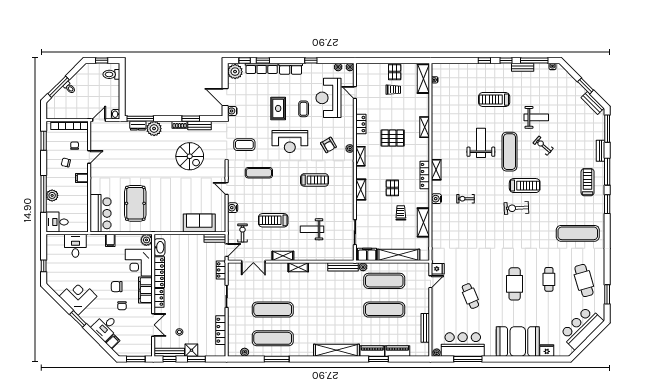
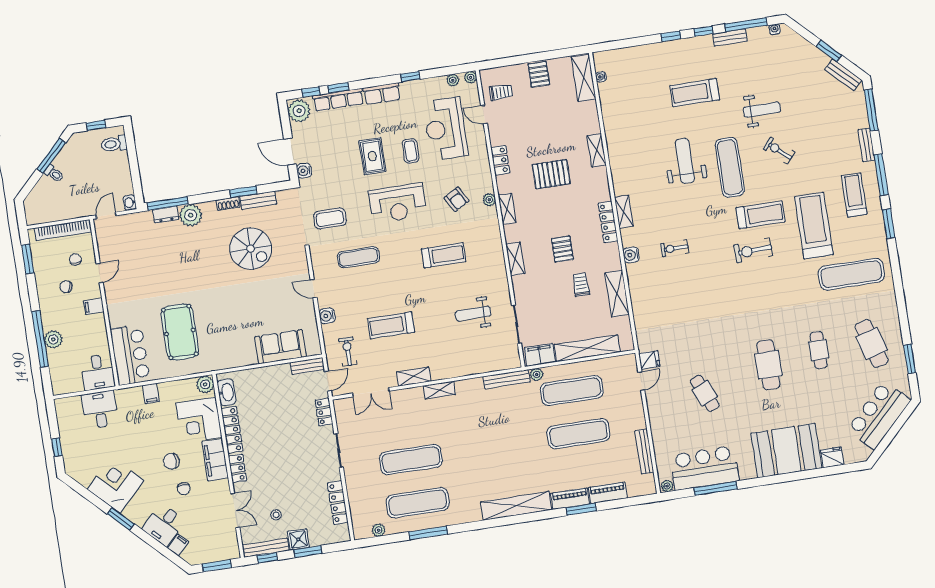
window: (58, 87) -> (51, 156), moved
trolley: (393, 90) -> (501, 92), moved
treadmill: (558, 198) -> (814, 226), added
desk: (57, 222) -> (98, 372), moved, turned -90
weight bench: (312, 229) -> (473, 314), moved

